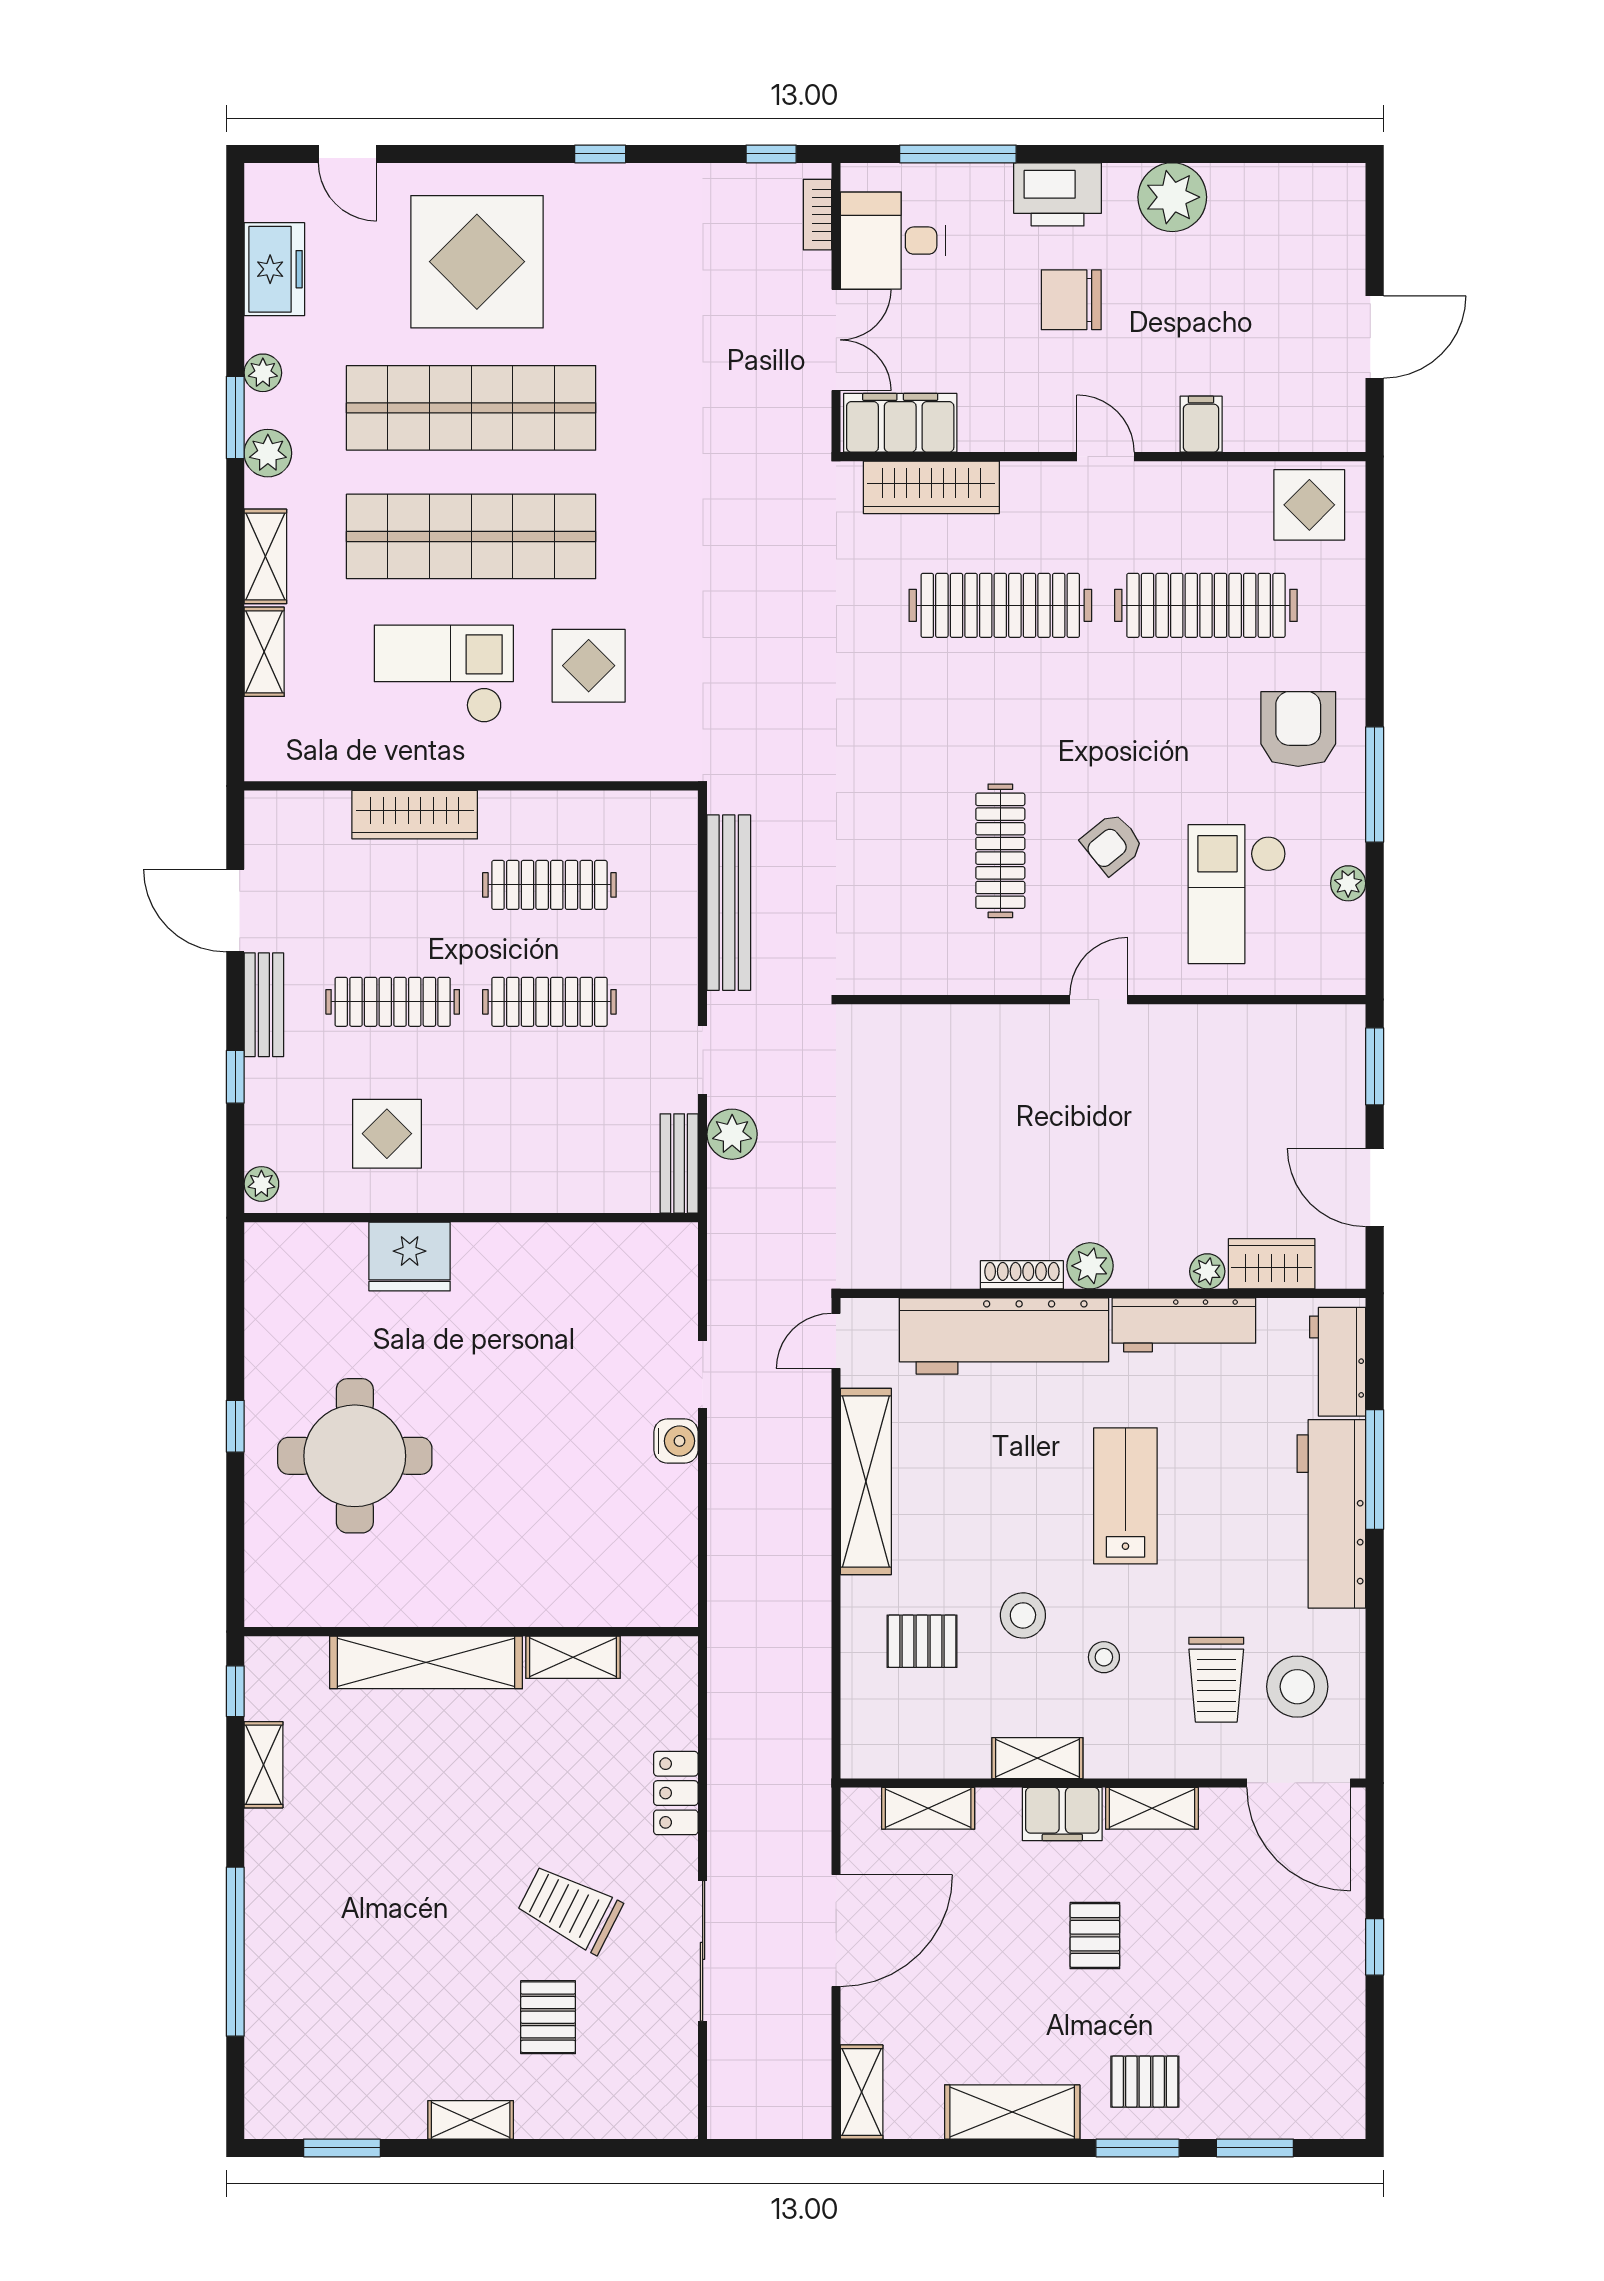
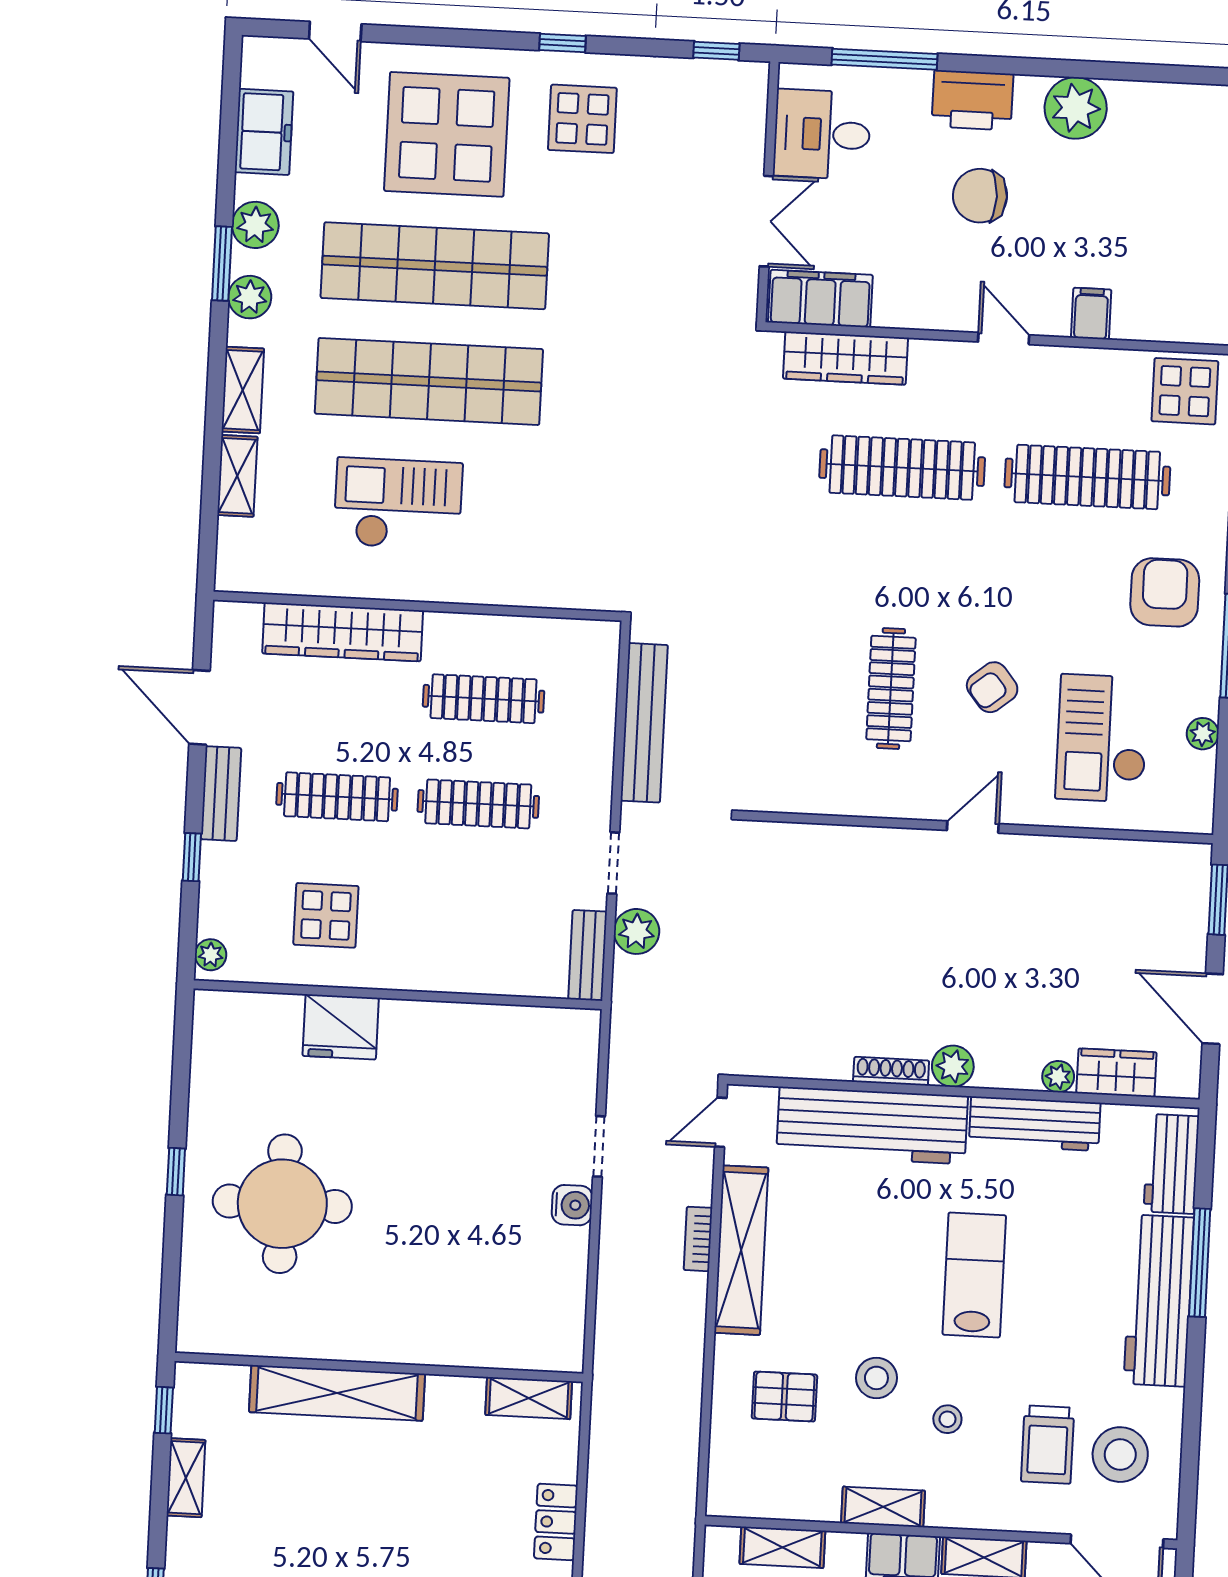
bookcase: (817, 215) -> (698, 1239), moved
plant: (263, 373) -> (255, 225), width x1.38, depth x1.38
display table: (589, 666) -> (582, 119), moved
wardrobe: (415, 815) -> (343, 632), width x1.40, depth x1.17
shelving: (573, 1657) -> (529, 1398), moved

